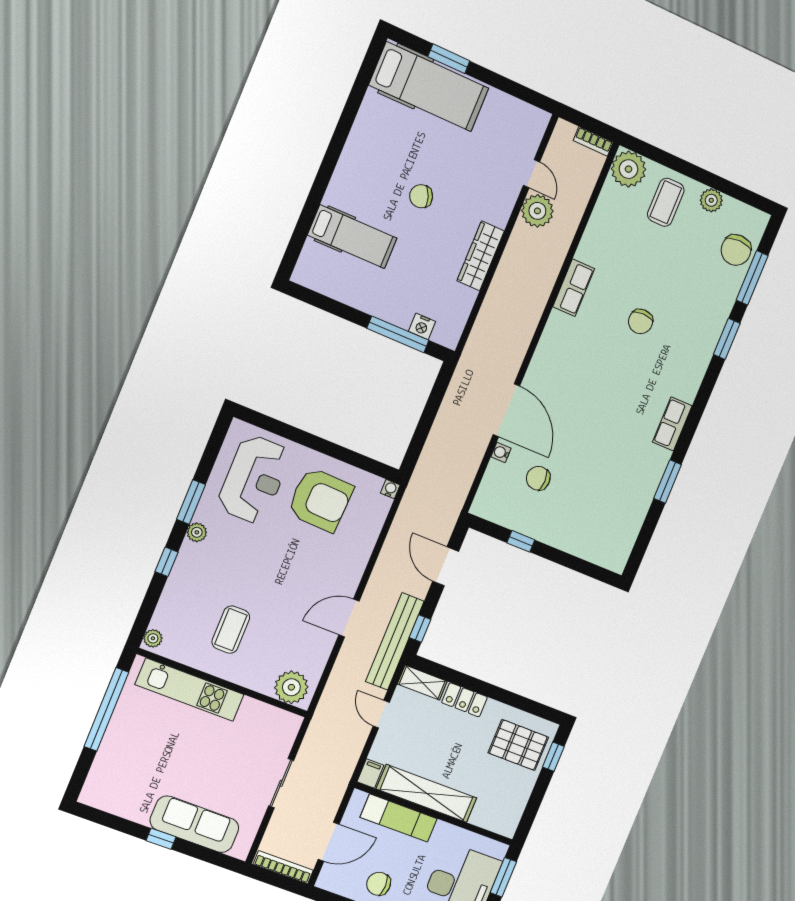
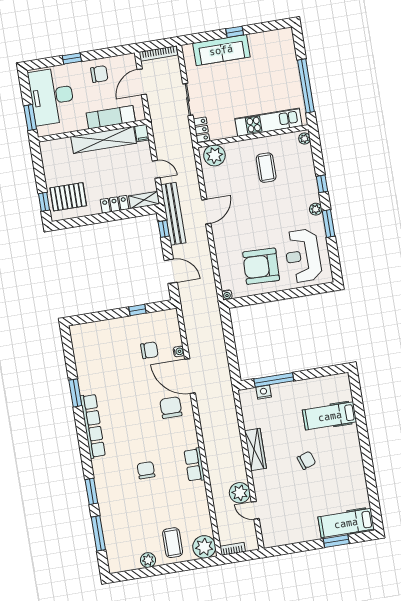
hospital bed: (429, 87) -> (346, 523), width x0.73, depth x0.78
chair: (736, 250) -> (171, 407), moved
row of seats: (672, 424) -> (93, 426), width x2.02
locker: (288, 732) -> (201, 130), added

